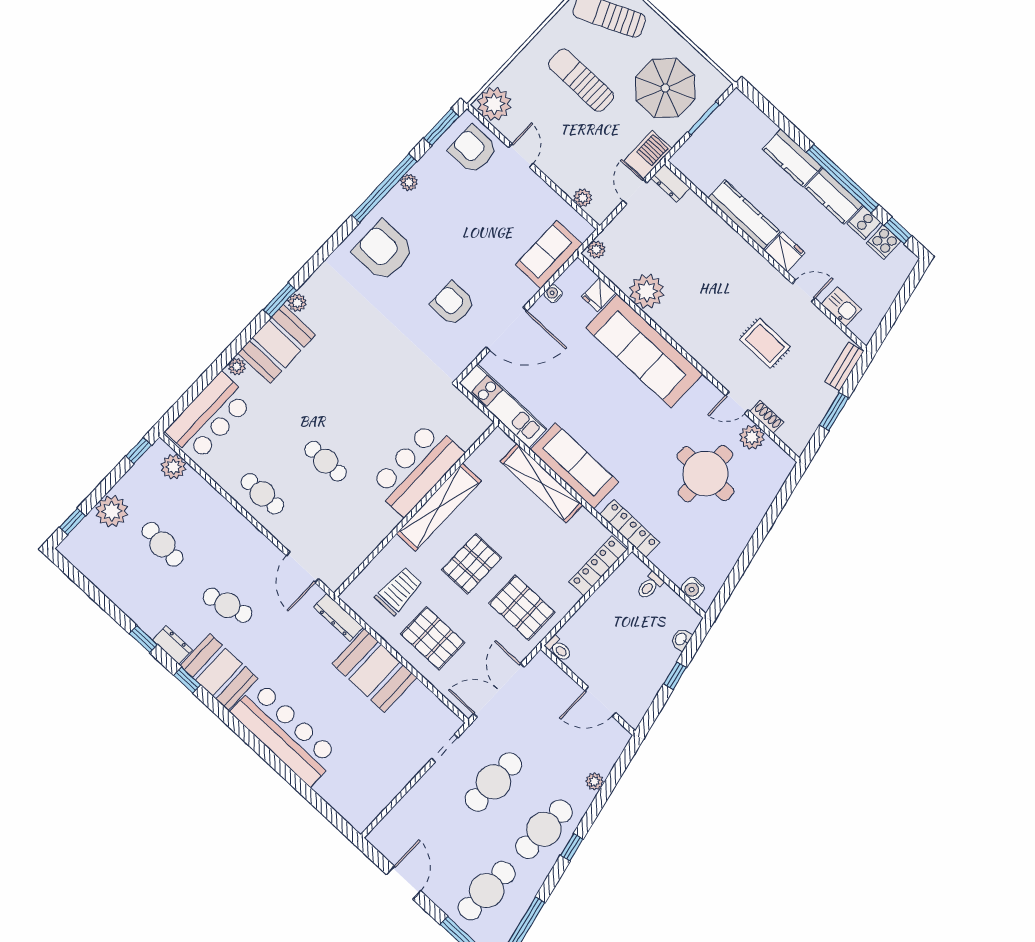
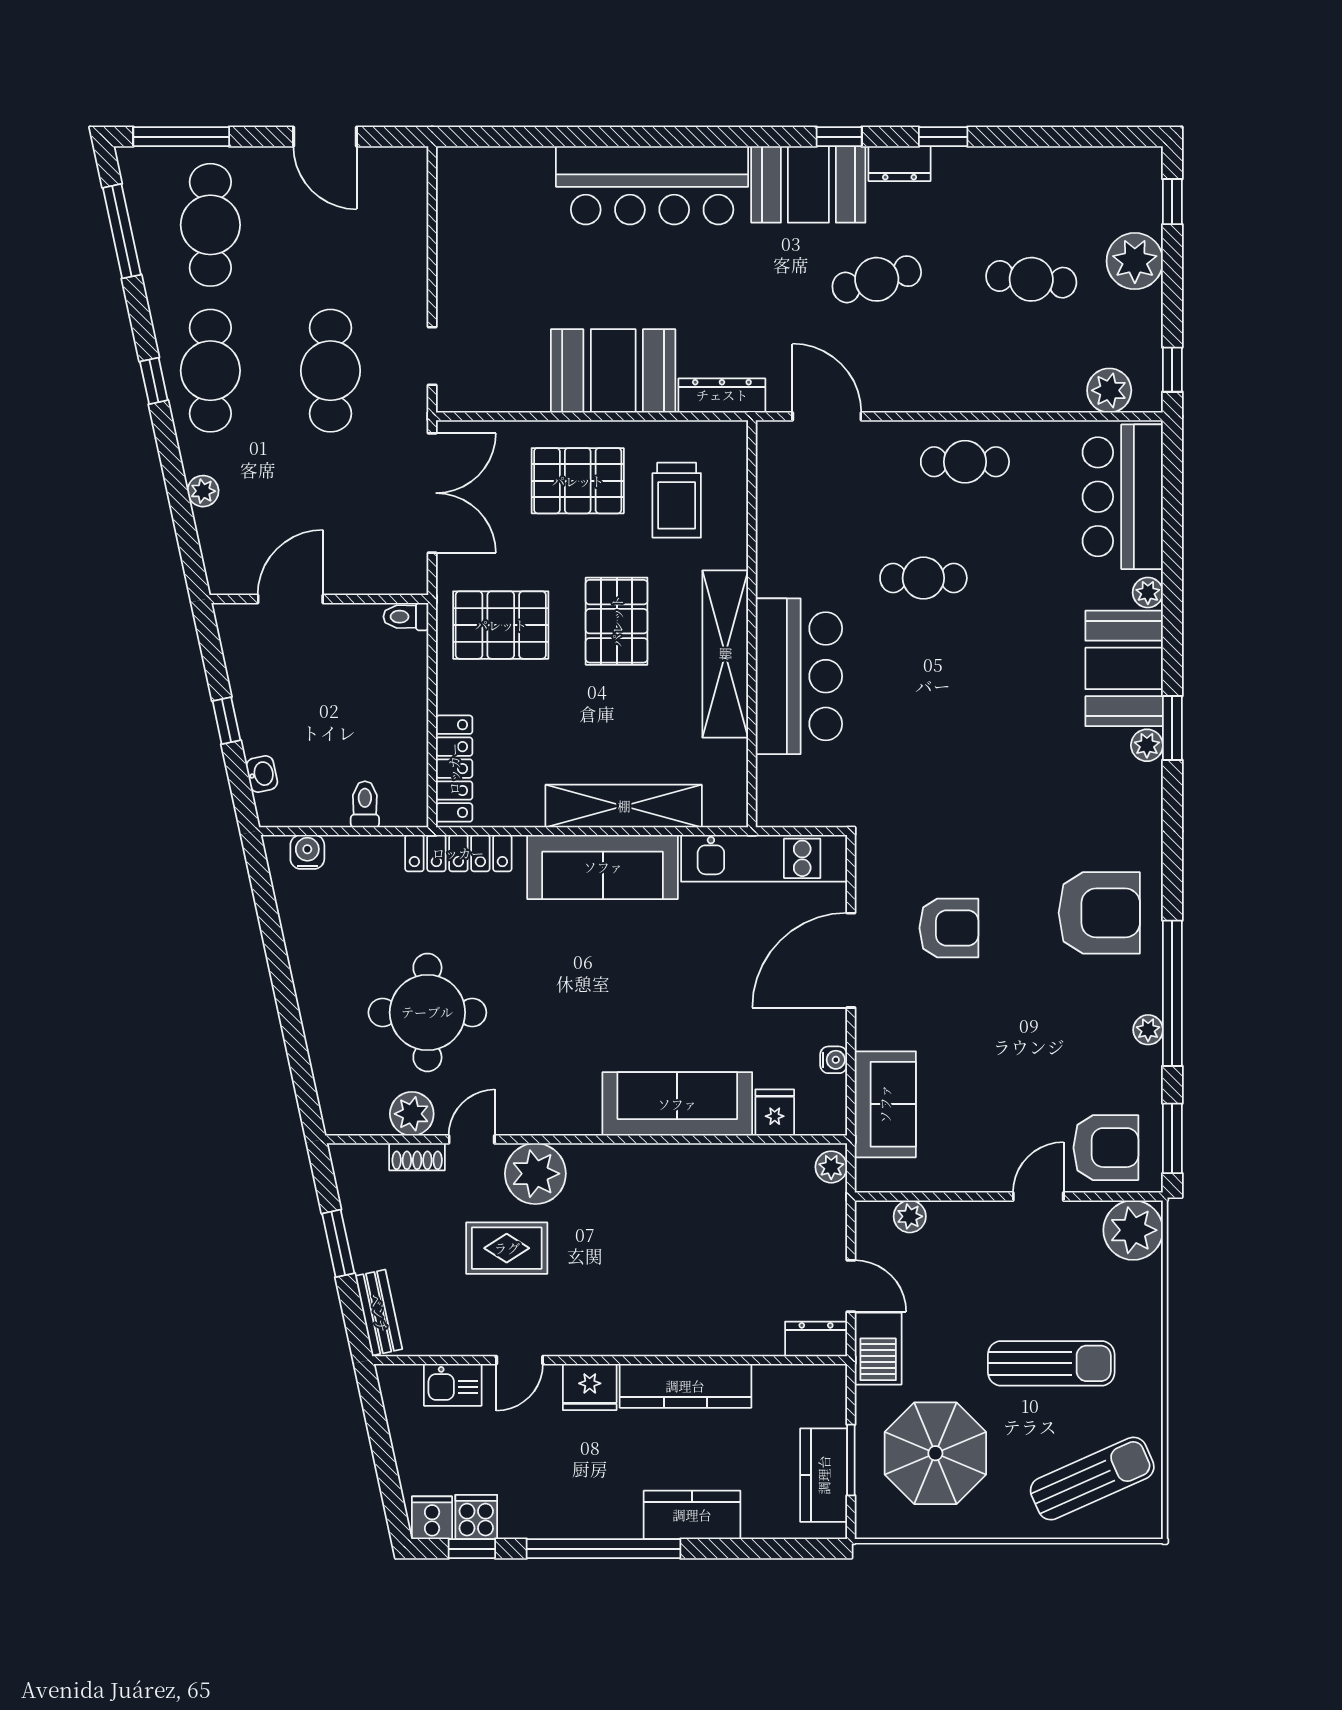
door: (521, 156) -> (1038, 1197), swing flipped
kitchen counter: (834, 196) -> (824, 1475), moved, turned -90
cooker: (864, 223) -> (432, 1518), moved
plant: (647, 291) -> (535, 1174), moved
sofa: (644, 351) -> (677, 1104), width x0.74, depth x0.79

